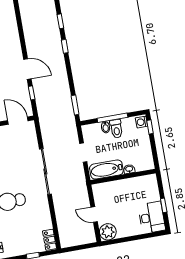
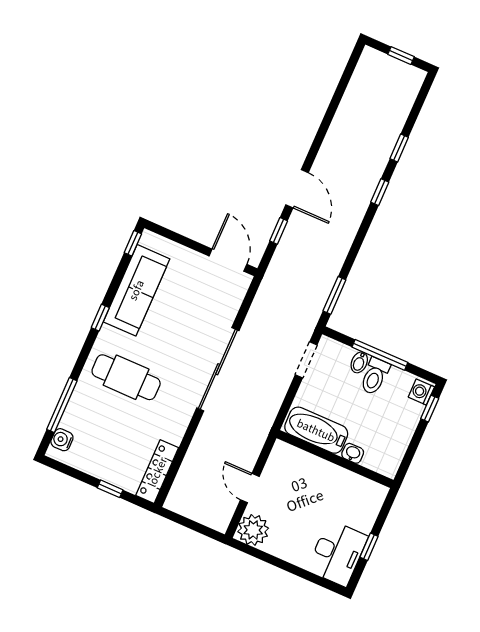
doorway: (83, 153) -> (306, 360), moved
locker: (50, 240) -> (157, 472), width x1.53

